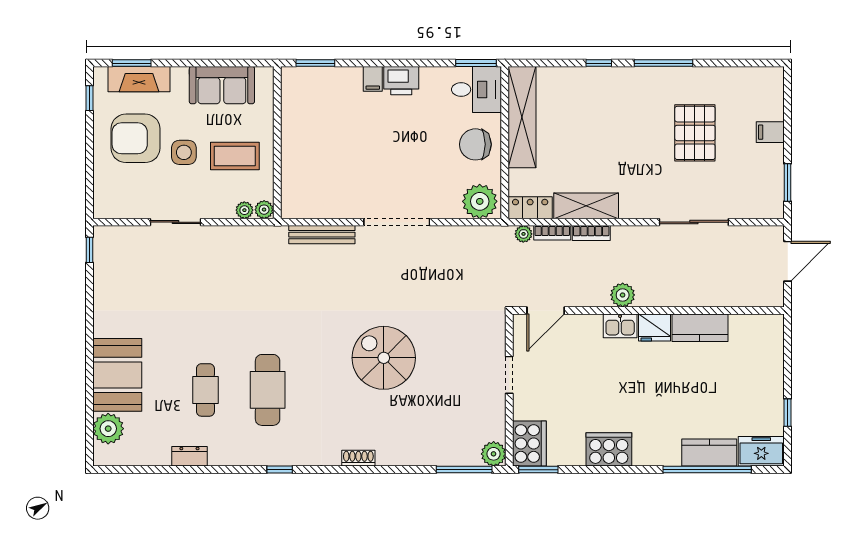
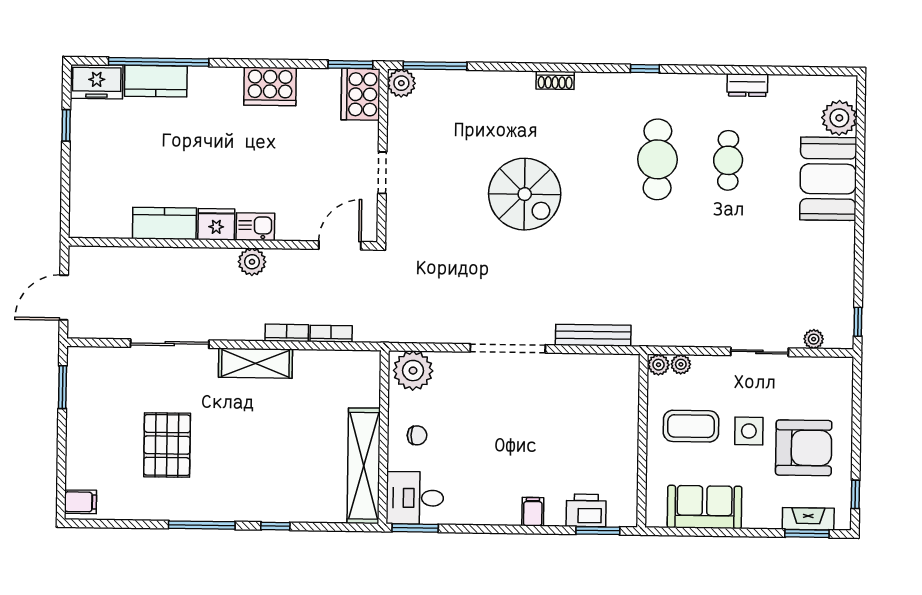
fireplace: (139, 79) -> (808, 519), width x0.73, depth x0.76
printer: (401, 81) -> (586, 510), moved
filing cabinet: (770, 132) -> (80, 502), moved
chair: (475, 144) -> (417, 435), width x0.54, depth x0.54
shelving: (586, 206) -> (255, 363), moved
locker: (530, 208) -> (356, 363), removed
plant: (523, 234) -> (814, 339), moved

